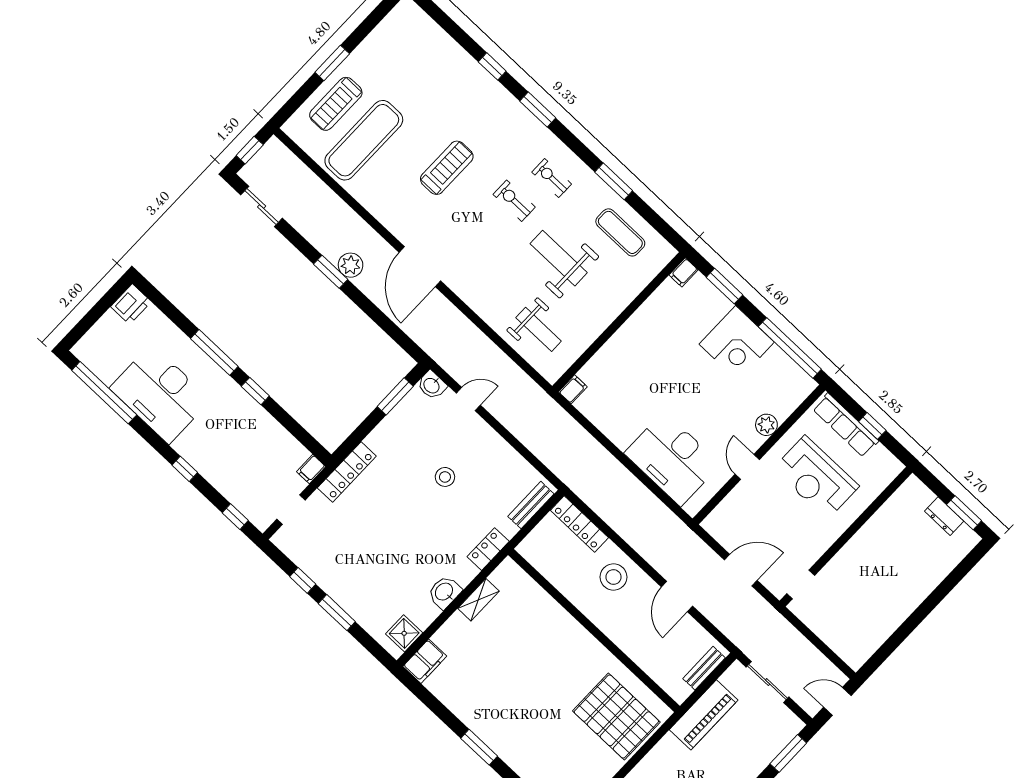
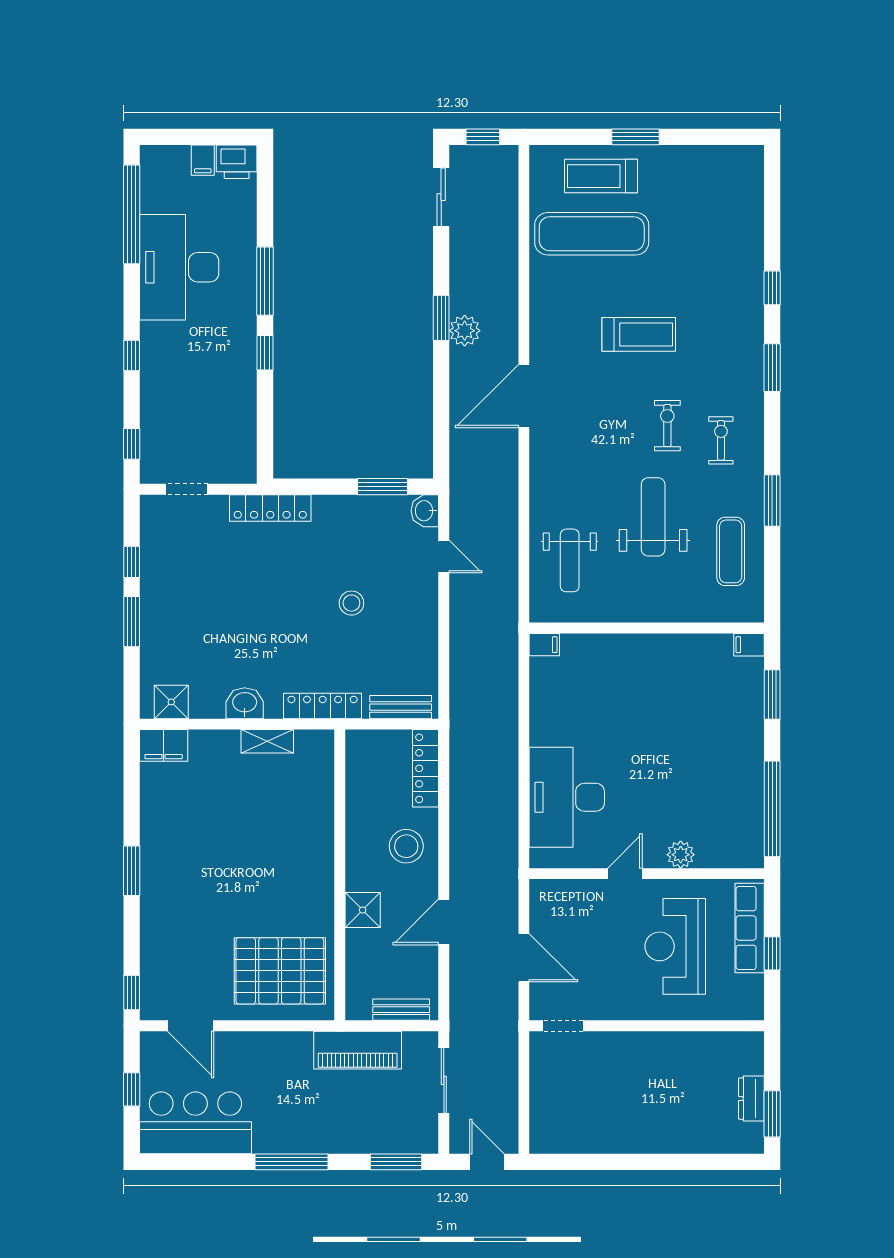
corner desk: (737, 343) -> (730, 756), removed
filing cabinet: (311, 469) -> (203, 160), moved, turned -90
locker: (488, 549) -> (323, 706), width x1.53
shower: (626, 636) -> (363, 910), added
pallet: (616, 717) -> (280, 971), turned 90

